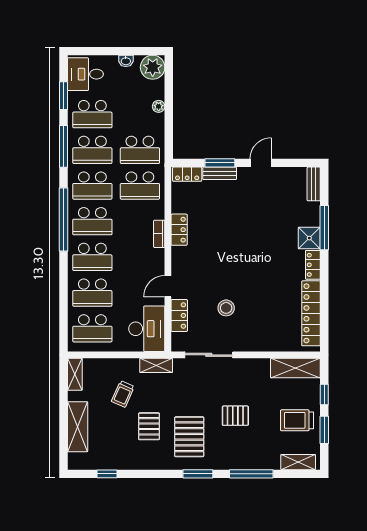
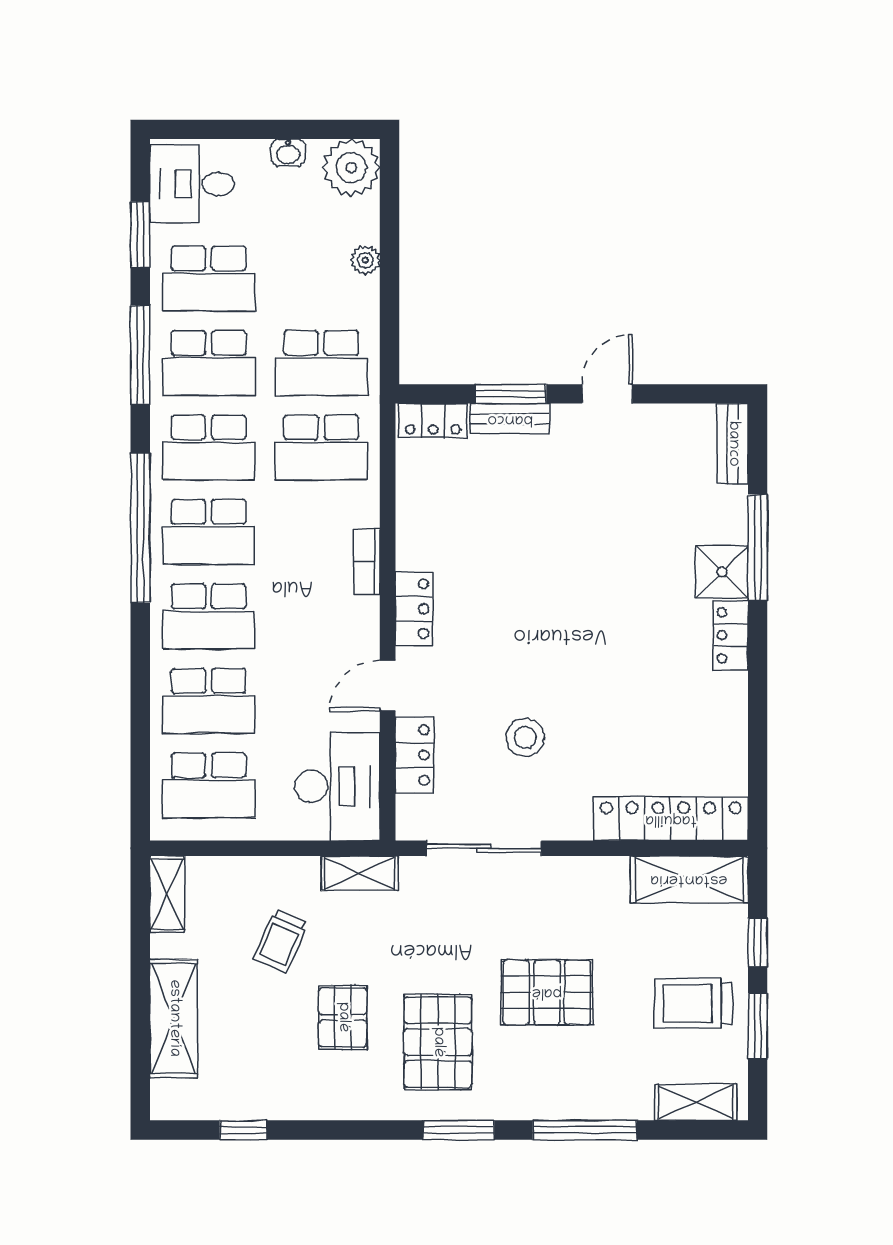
locker: (179, 230) -> (414, 609), moved
locker: (311, 313) -> (671, 819), moved, turned 90
pallet: (235, 416) -> (547, 992), width x1.50, depth x1.42

